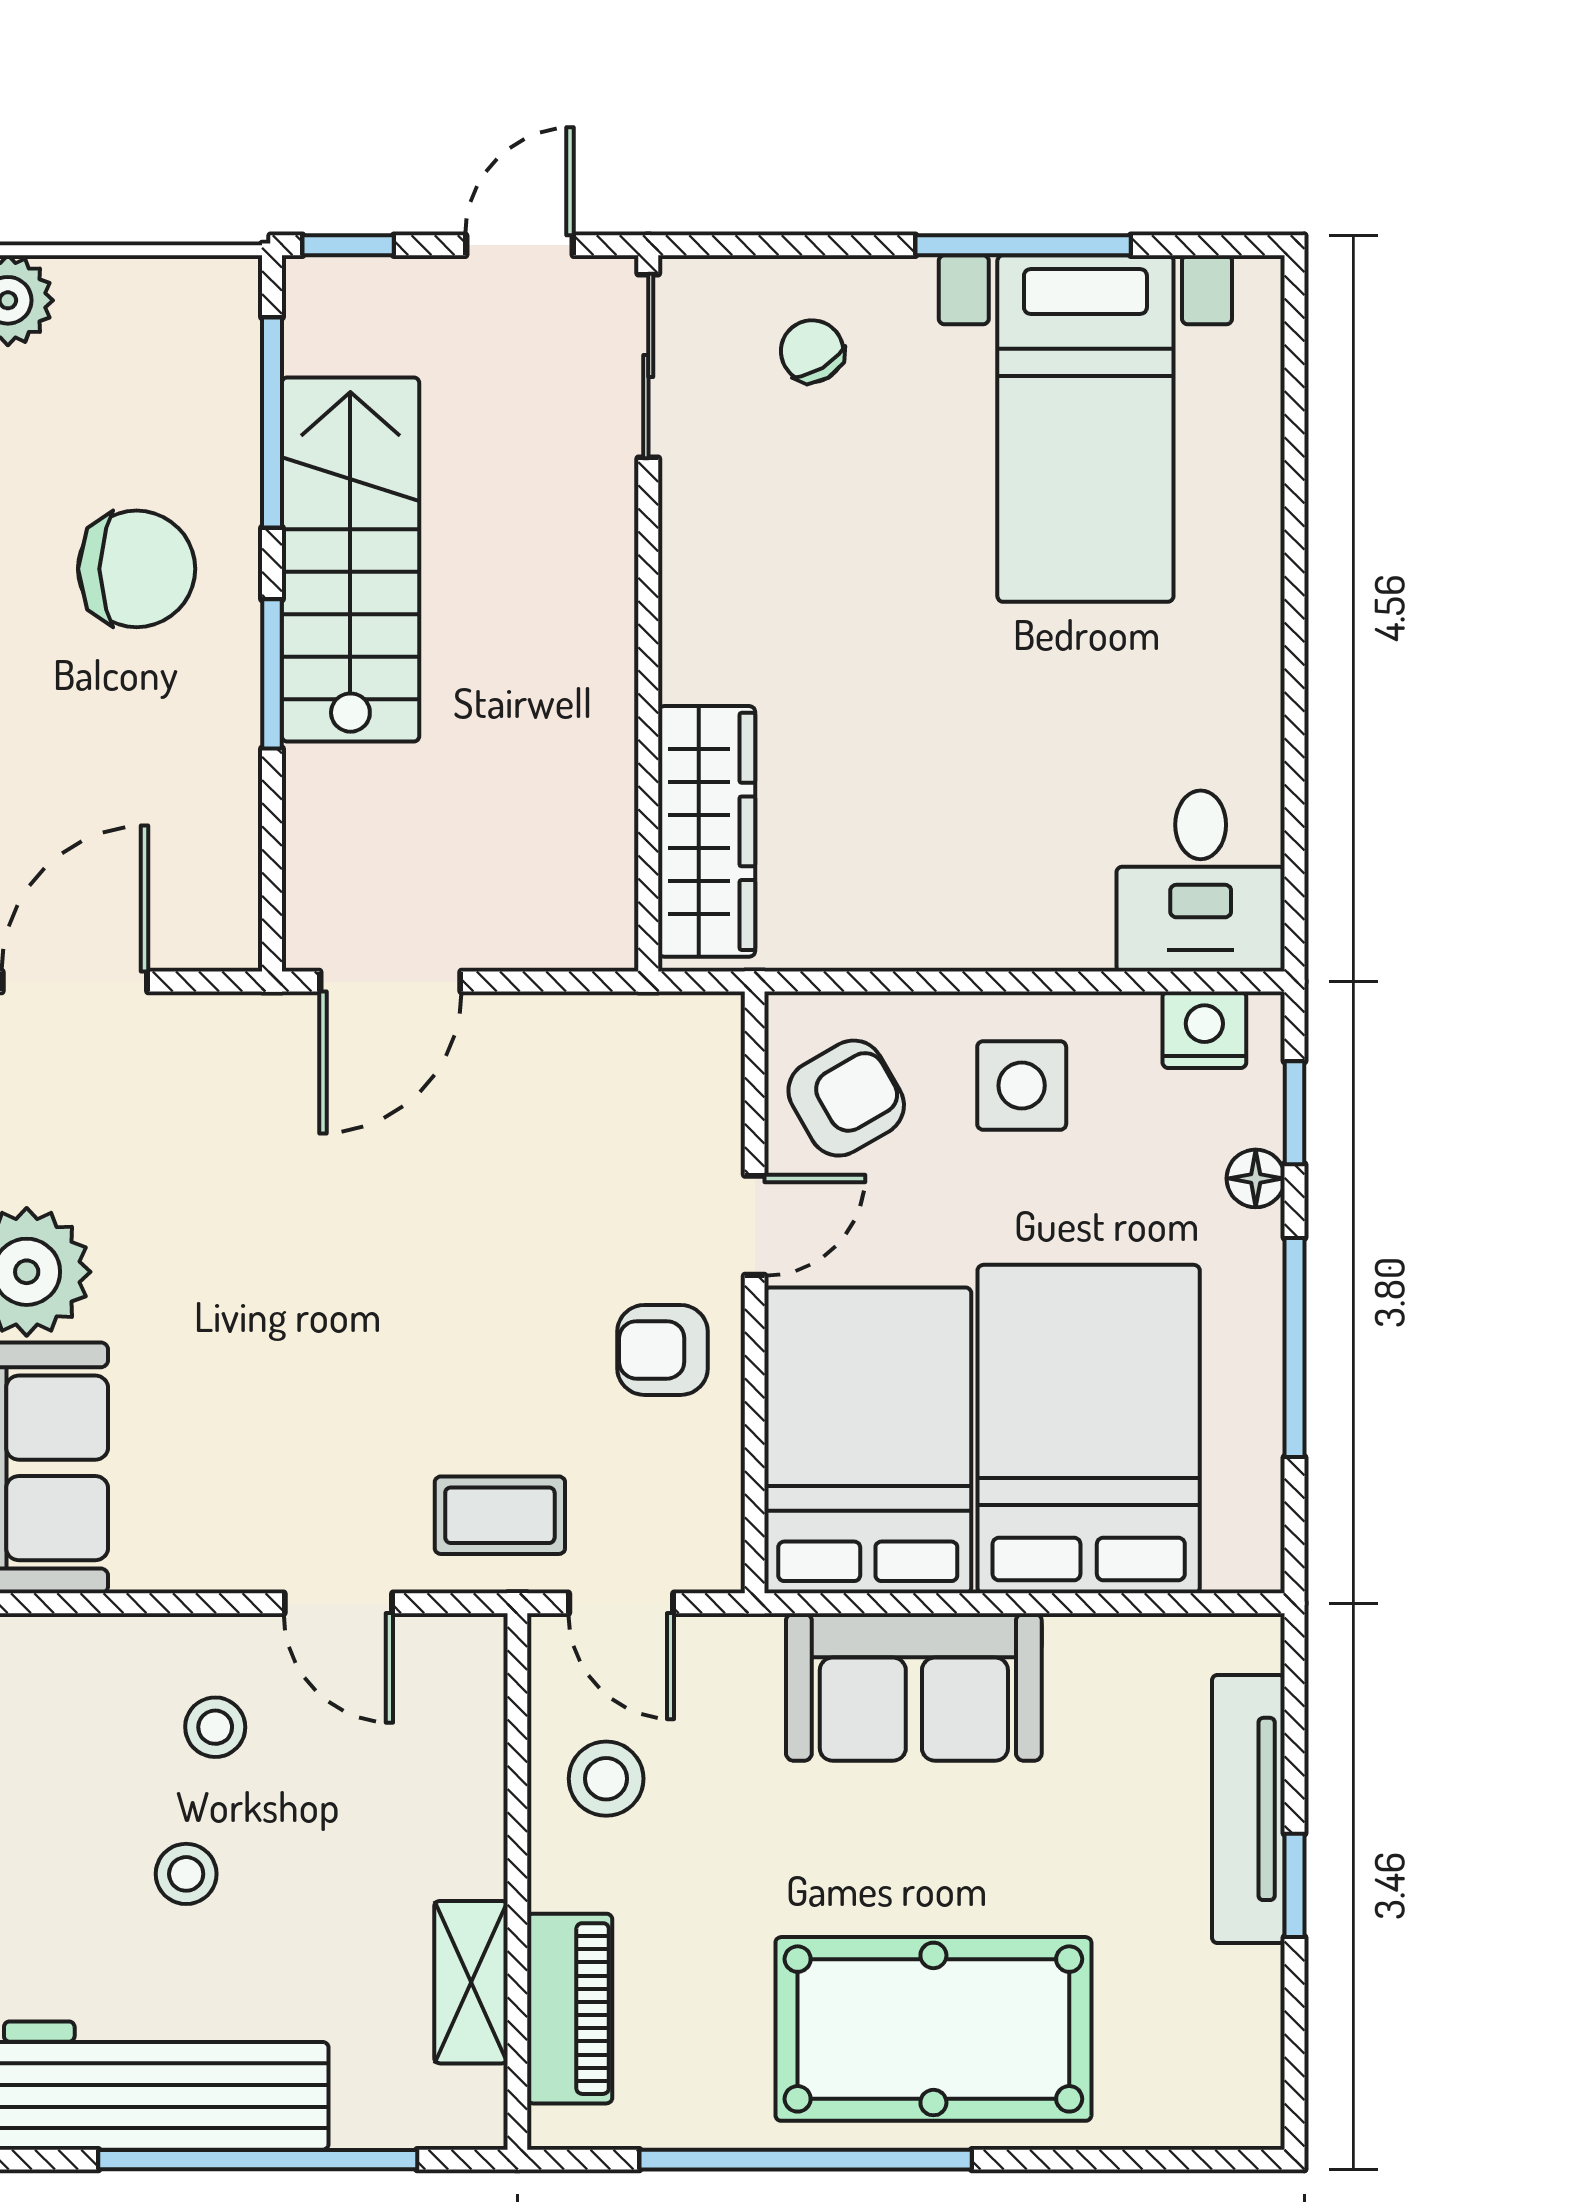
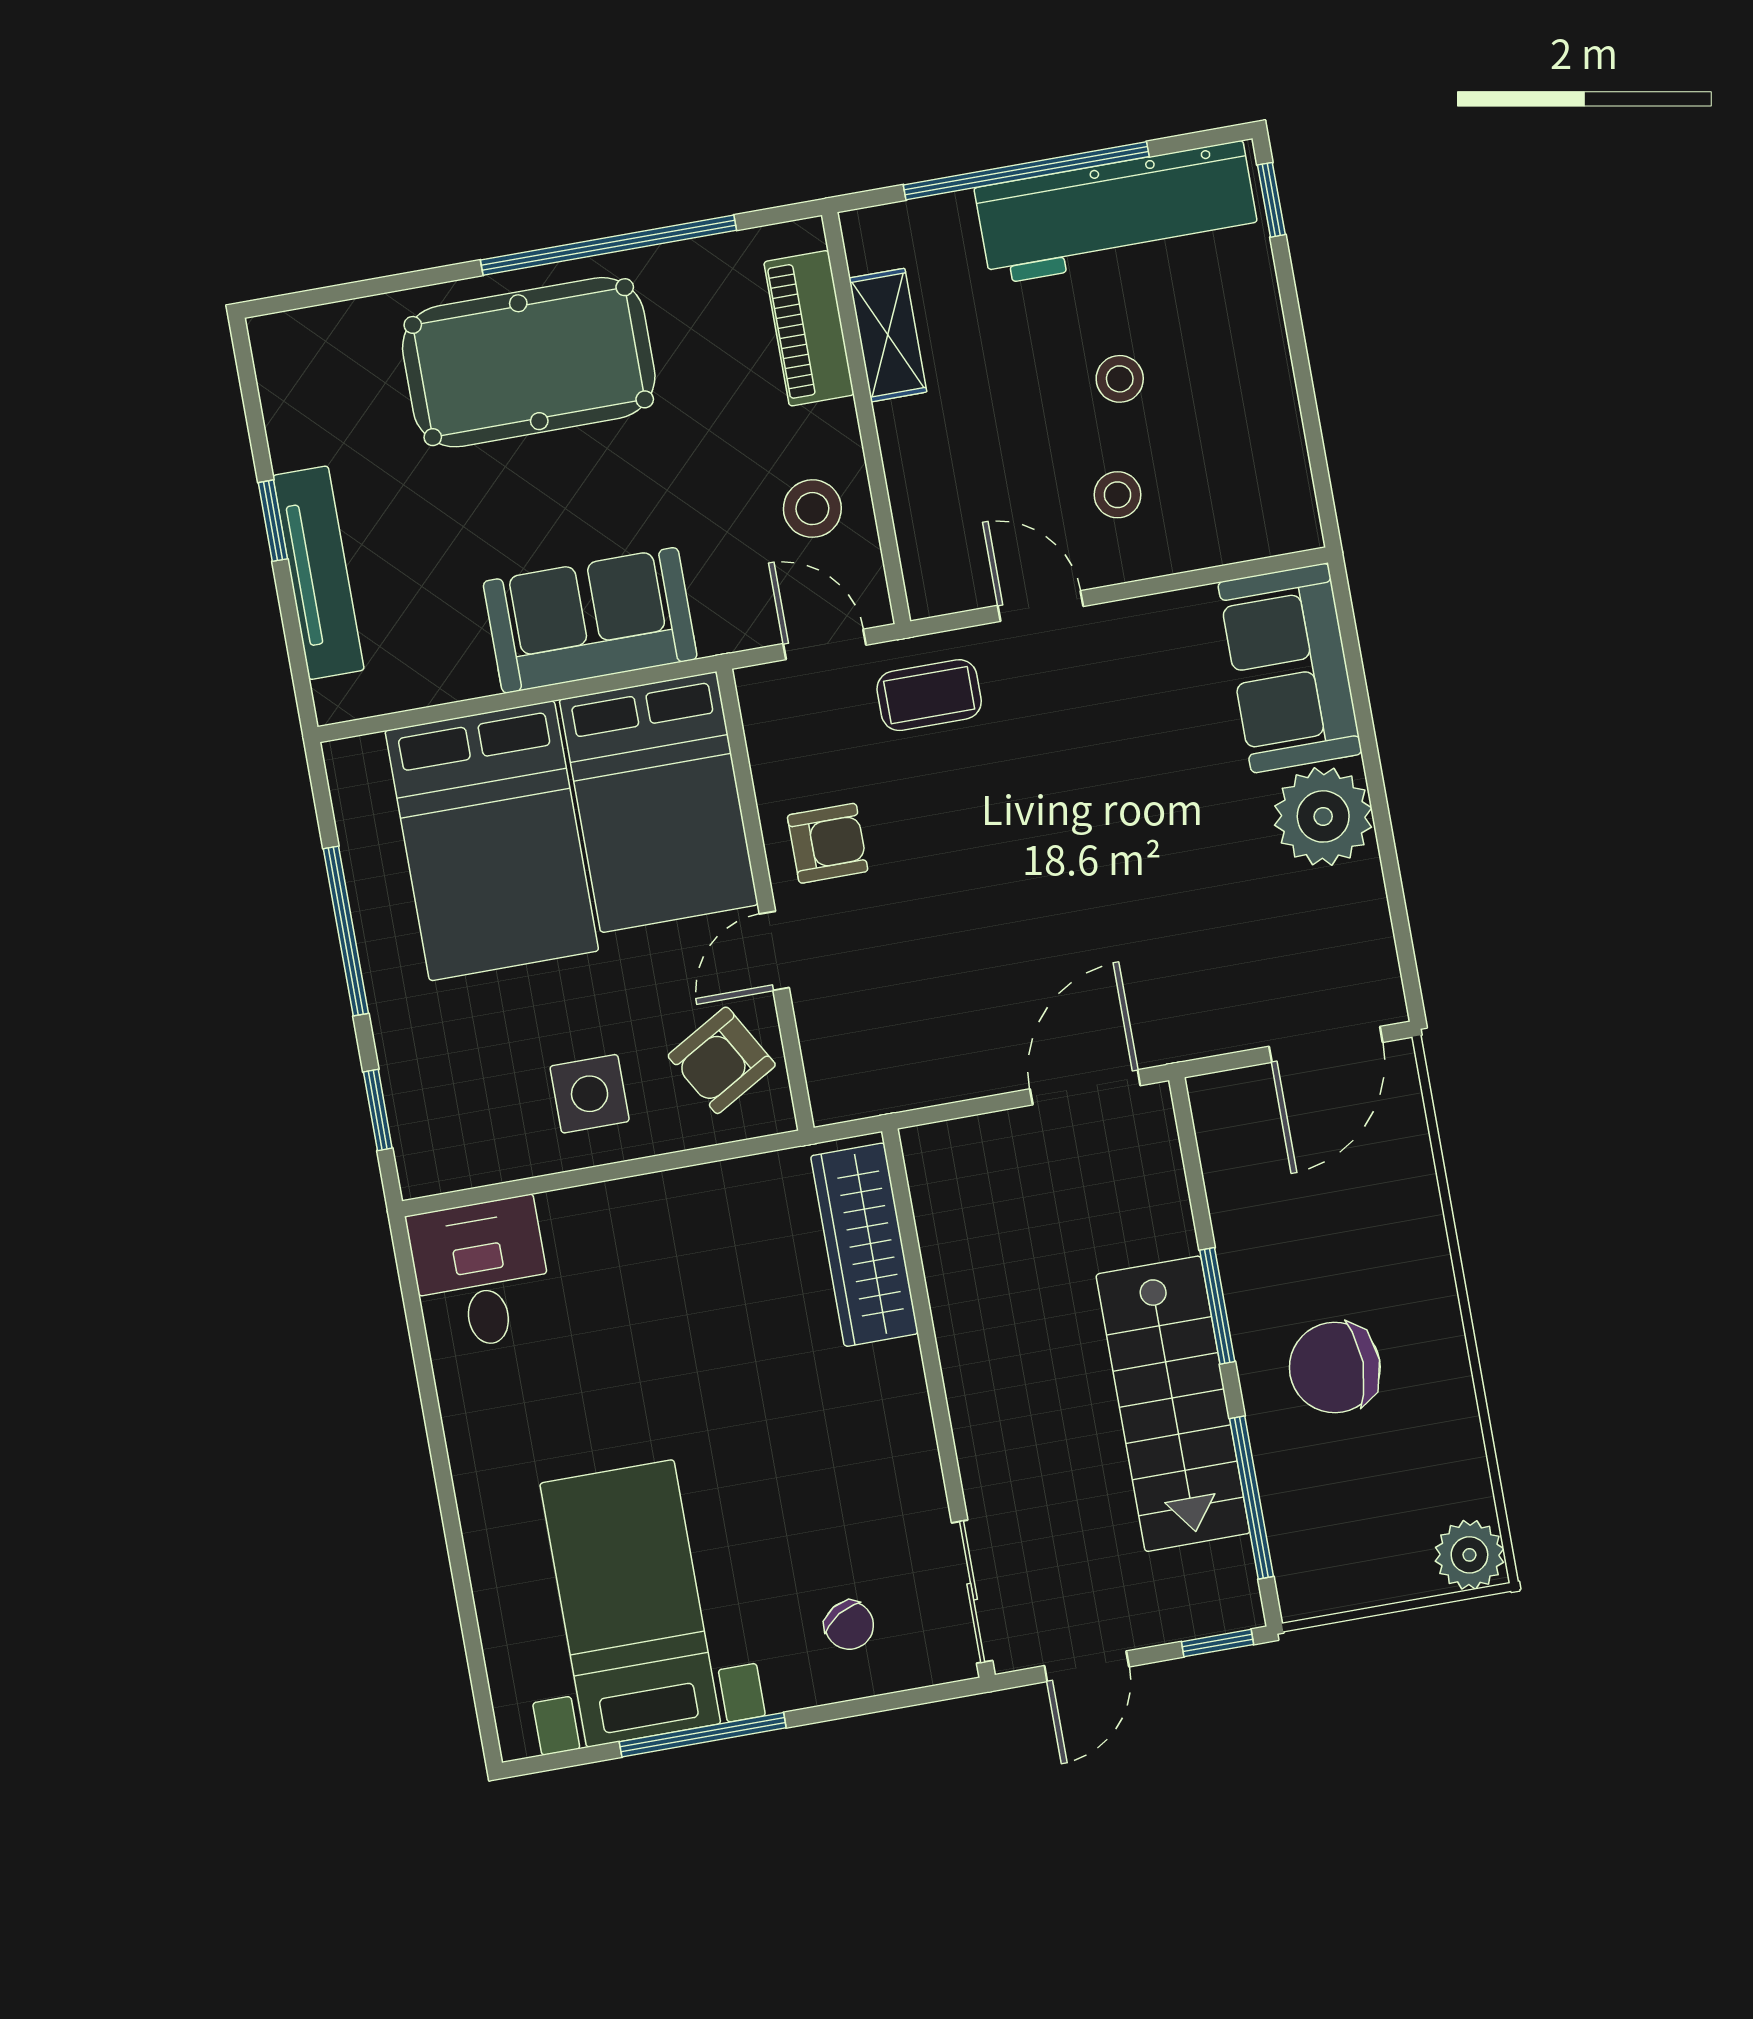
nightstand: (1204, 1030) -> (458, 1161), removed
floor lamp: (1256, 1178) -> (398, 1055), removed

